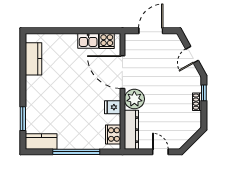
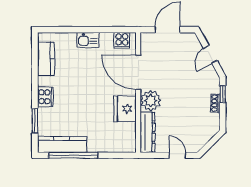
kitchen sink: (88, 41) -> (88, 40), moved
fridge: (113, 107) -> (125, 109), width x1.88, depth x1.34
cooker: (113, 135) -> (45, 97), moved, turned 180
kitchen counter: (41, 141) -> (62, 144), width x1.50
window: (76, 152) -> (73, 155), moved

